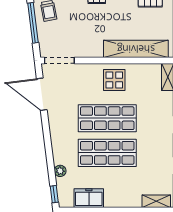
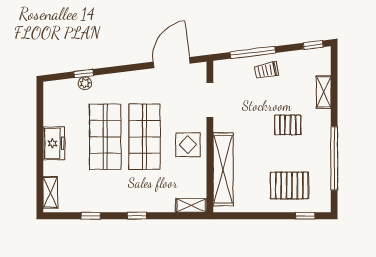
doorway: (59, 61) -> (210, 100), moved
window: (54, 194) -> (84, 74), moved
freezer: (89, 198) -> (54, 143), moved

